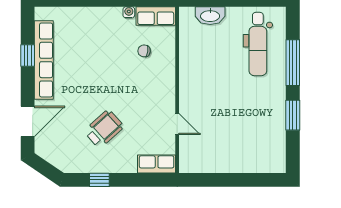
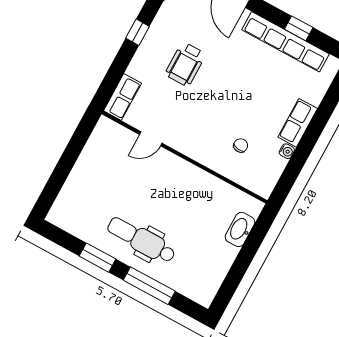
row of seats: (156, 16) -> (298, 123), moved
dental chair: (258, 44) -> (141, 240), moved
wheelchair: (104, 129) -> (185, 64), turned 42

